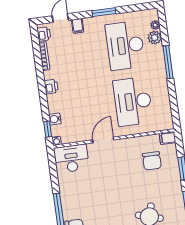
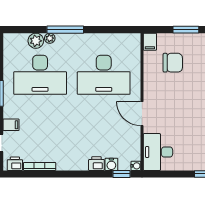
plant: (155, 25) -> (50, 38), moved
printer: (51, 87) -> (96, 164), moved

